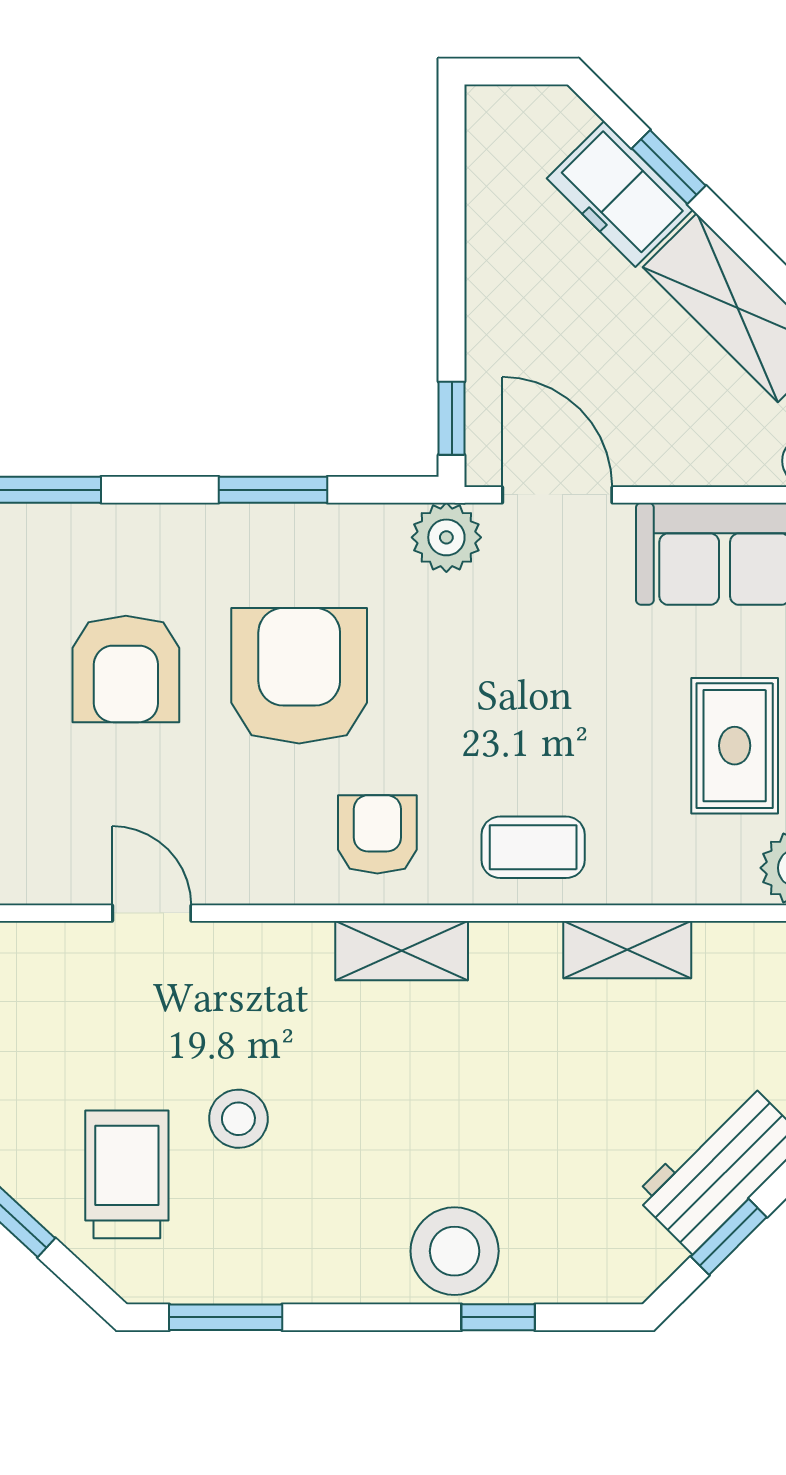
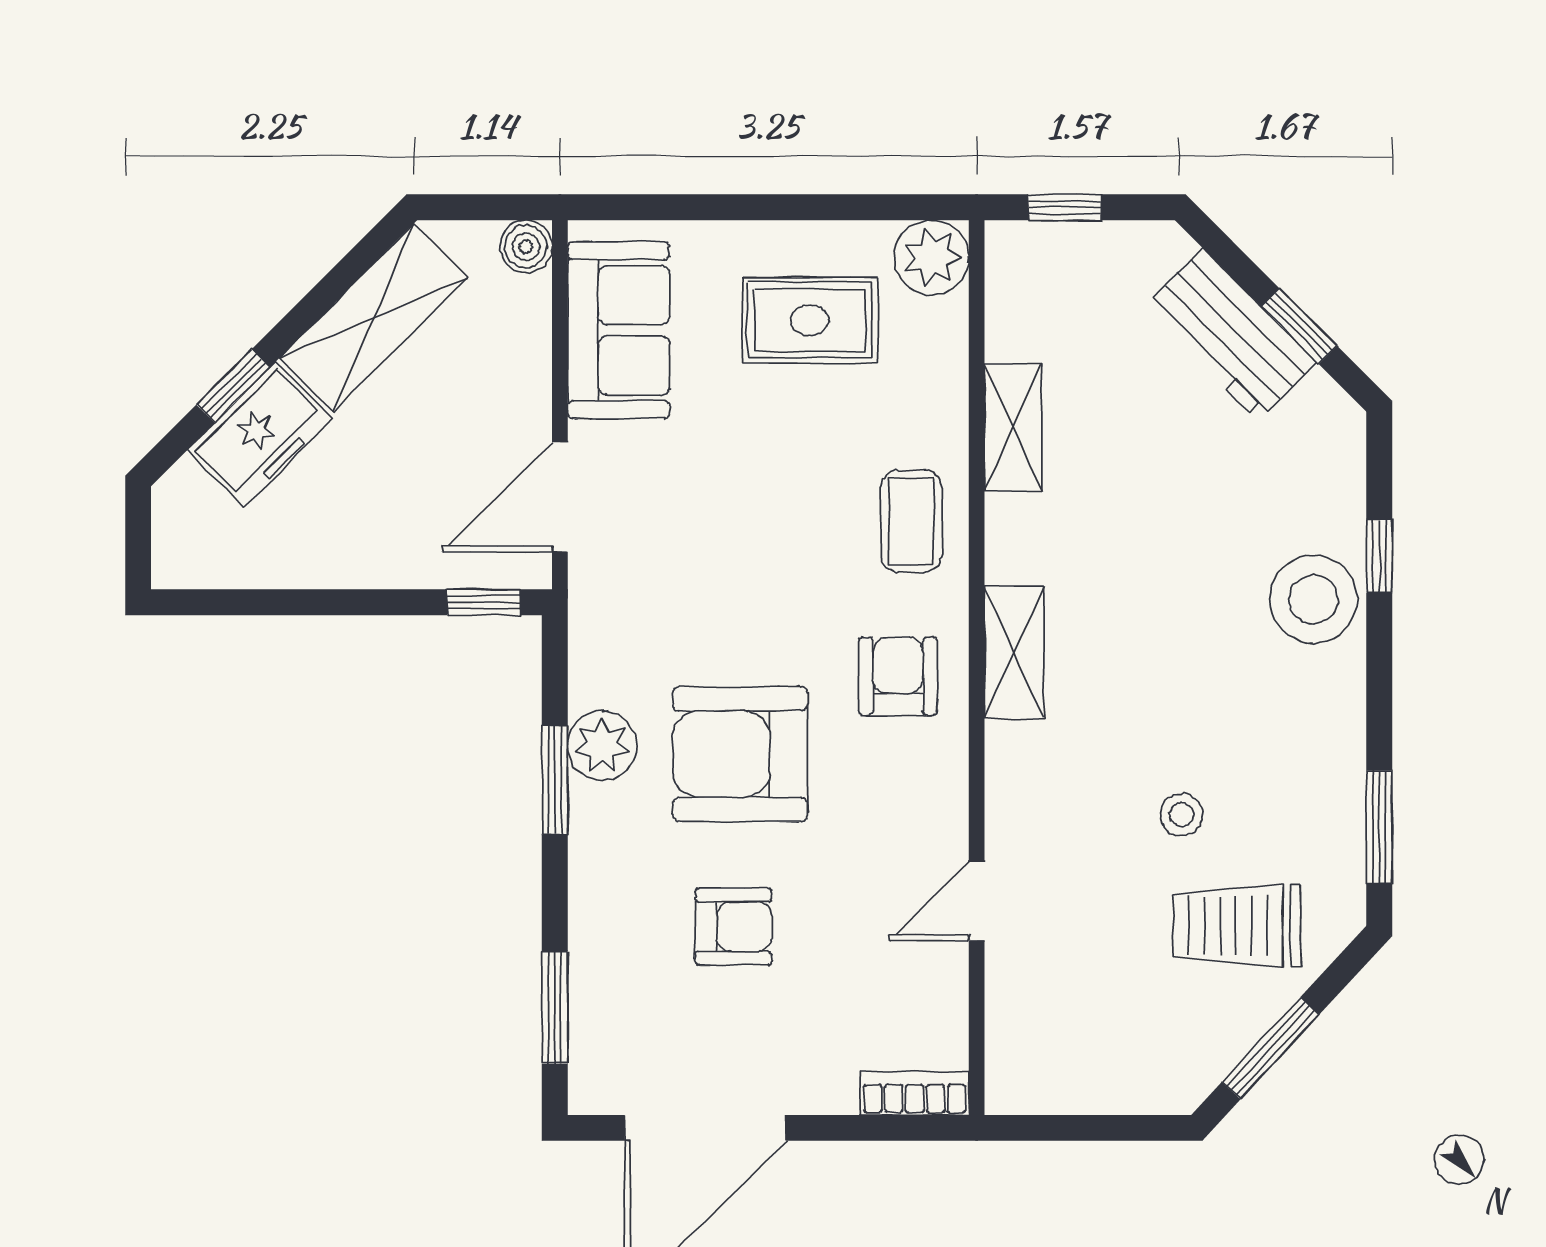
plant: (446, 537) -> (602, 746), moved
armchair: (126, 669) -> (733, 927), width x0.72, depth x0.72
armchair: (377, 834) -> (898, 676), turned 90
stool: (238, 1119) -> (1181, 815), width x0.73, depth x0.73

